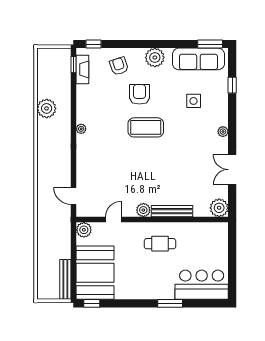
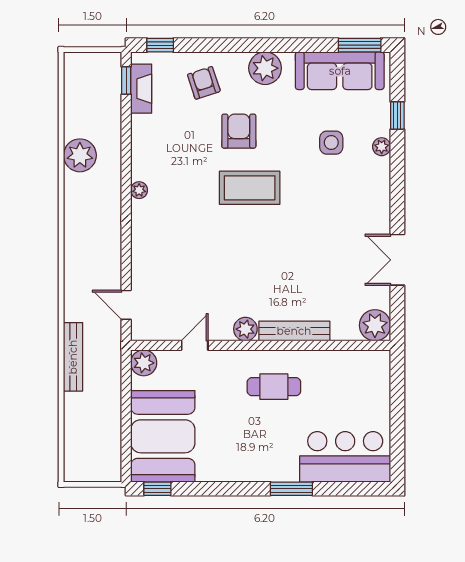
plant: (223, 132) -> (382, 147), moved
bench: (65, 279) -> (73, 357), moved

